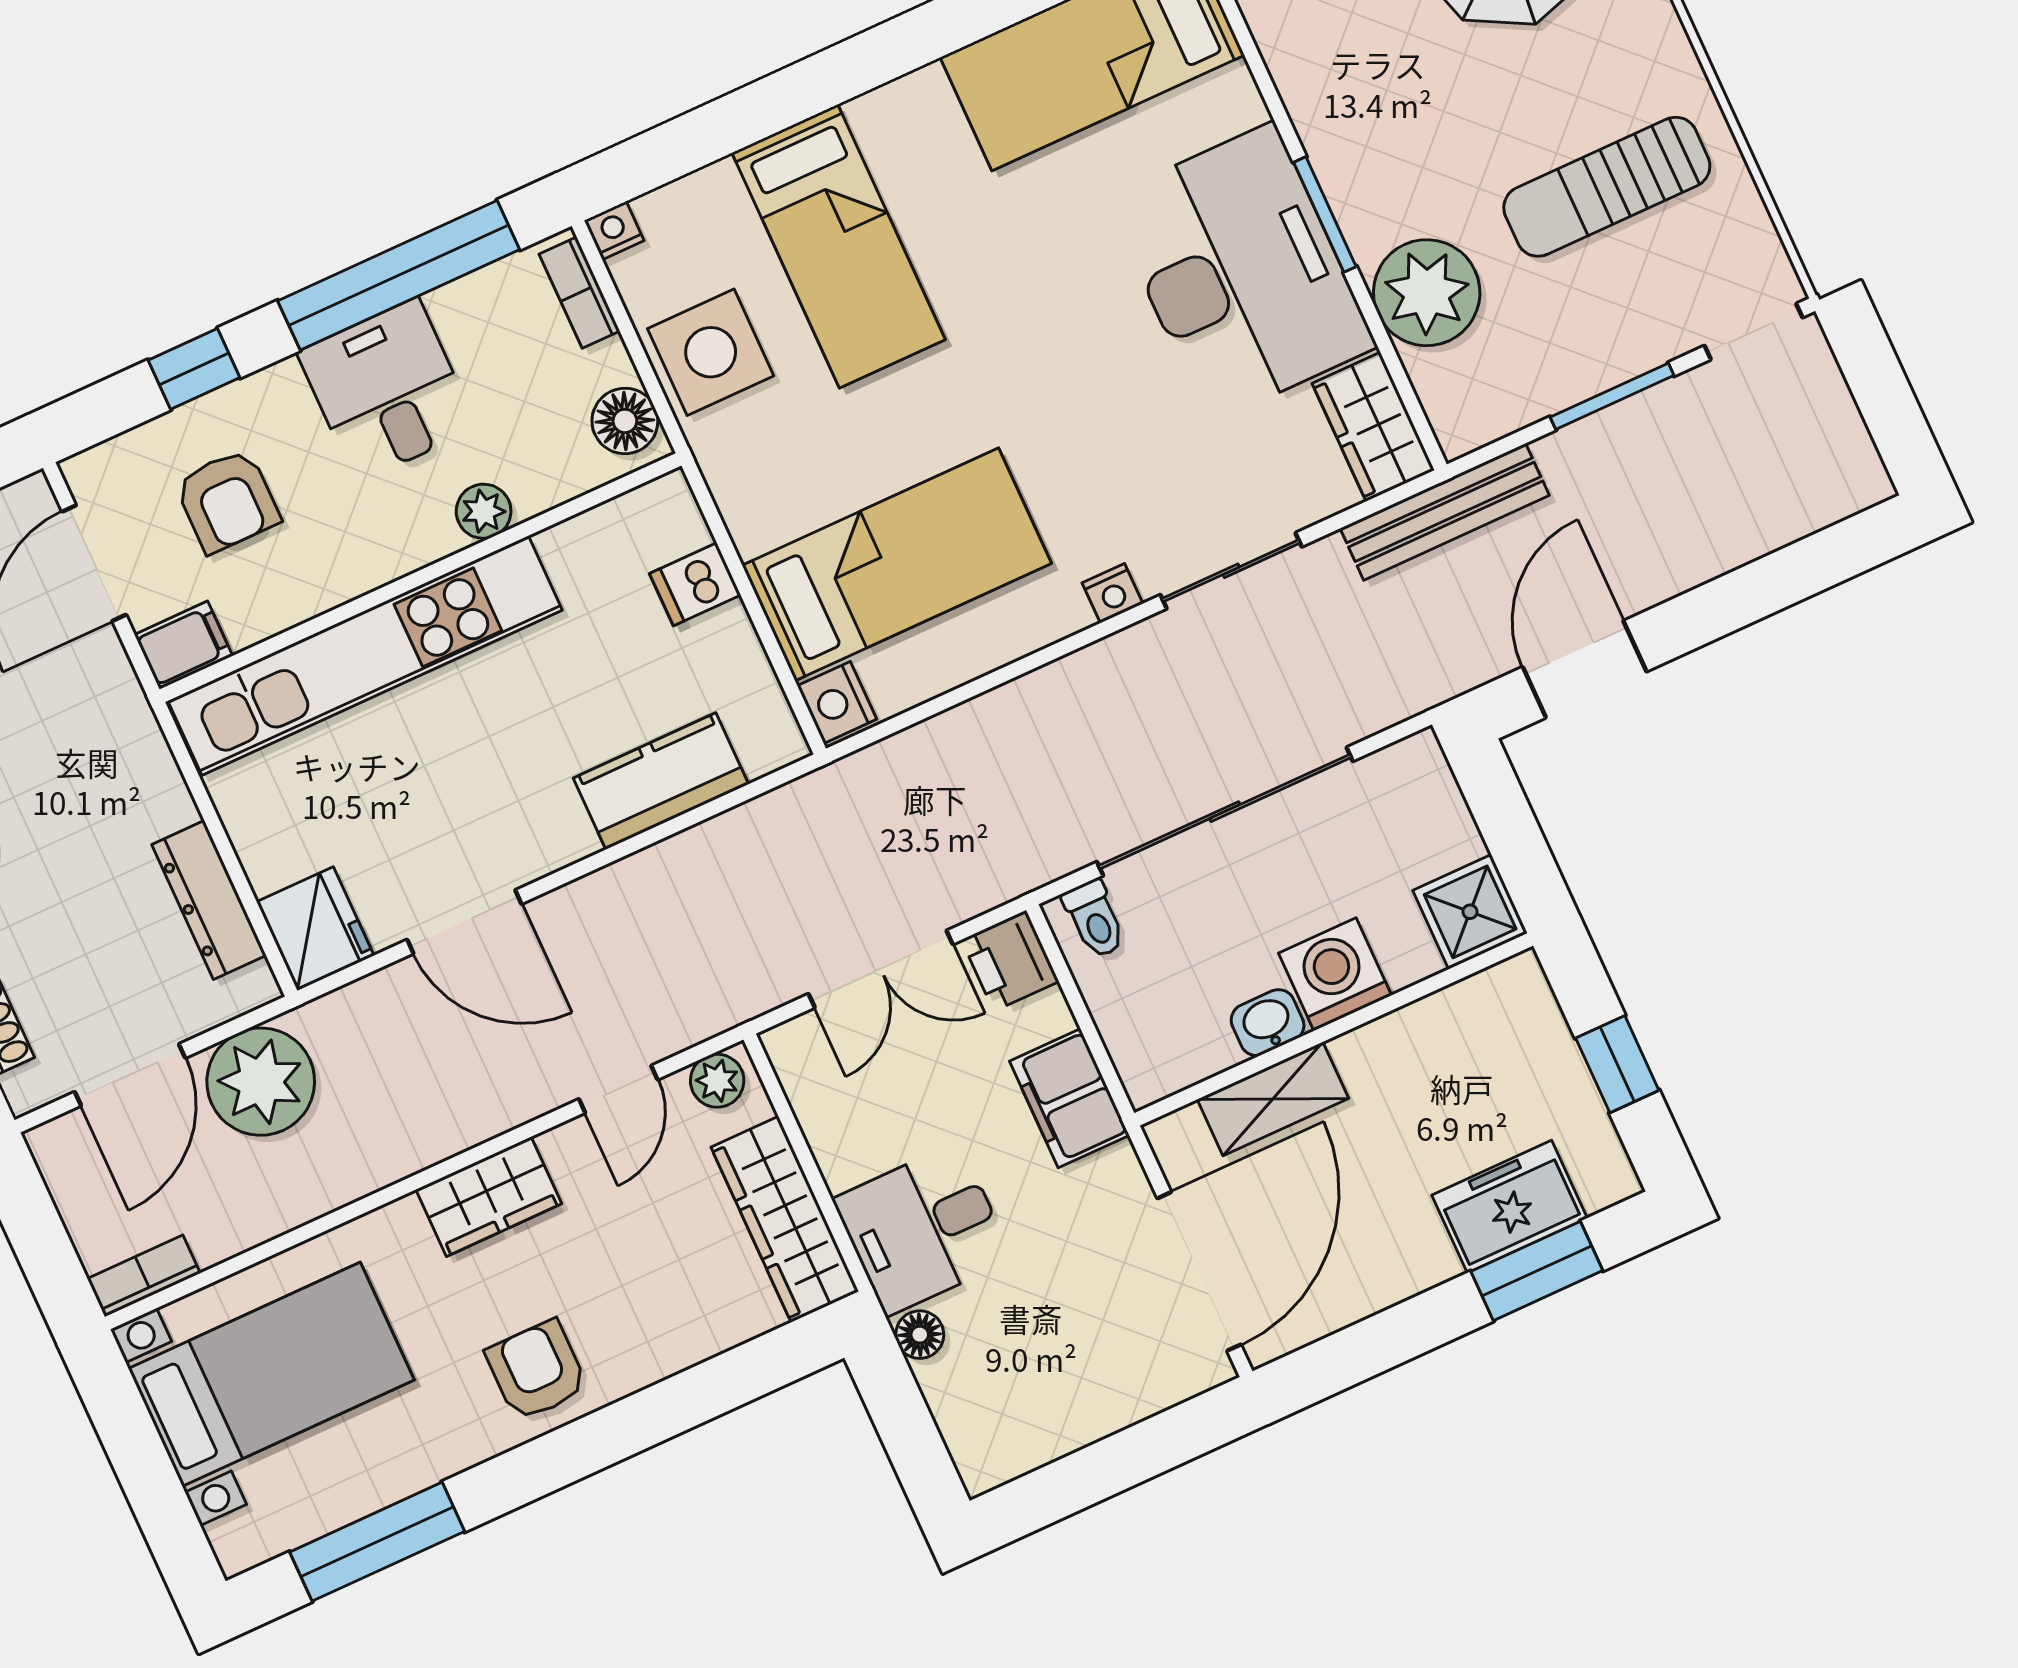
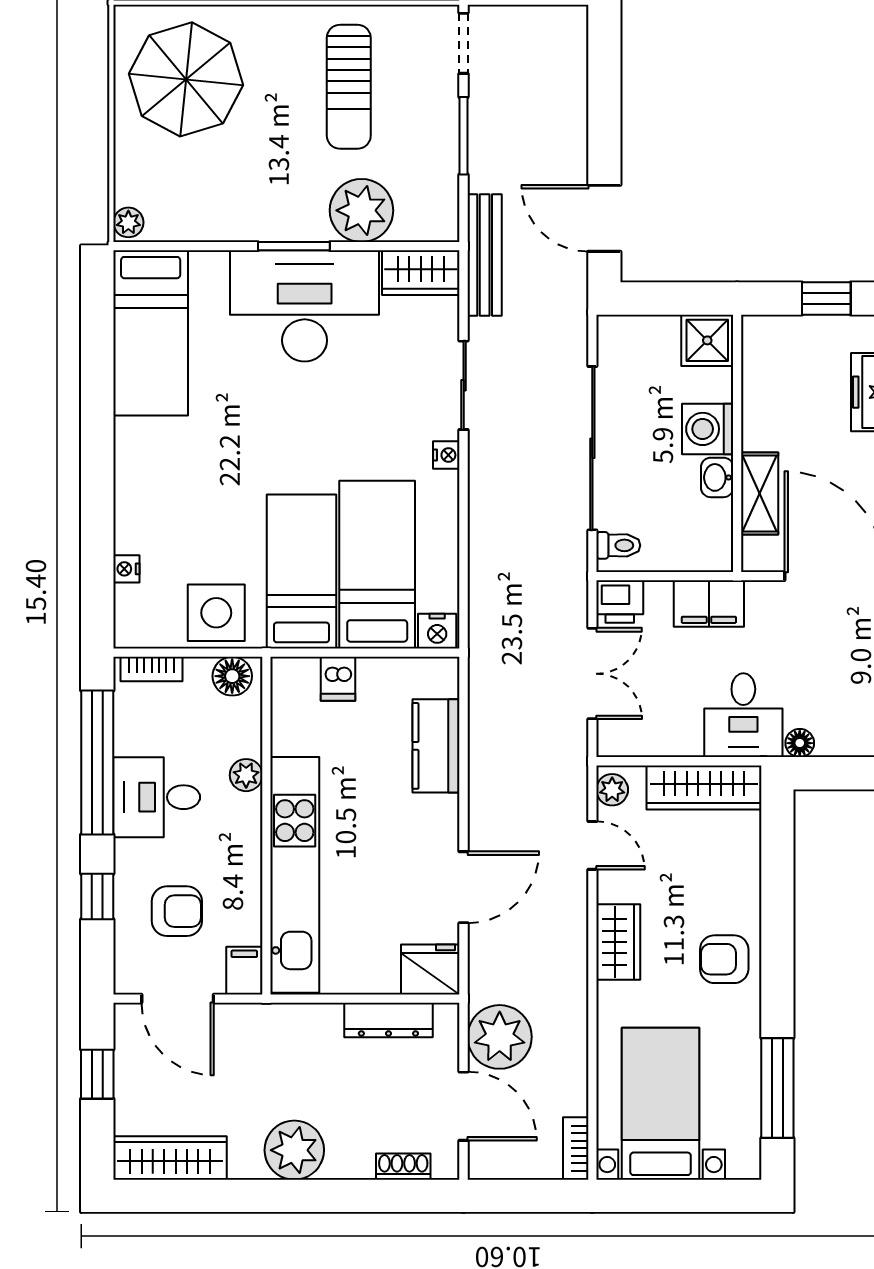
nightstand: (614, 230) -> (126, 569), moved
bed: (839, 246) -> (301, 571), moved, turned -90

